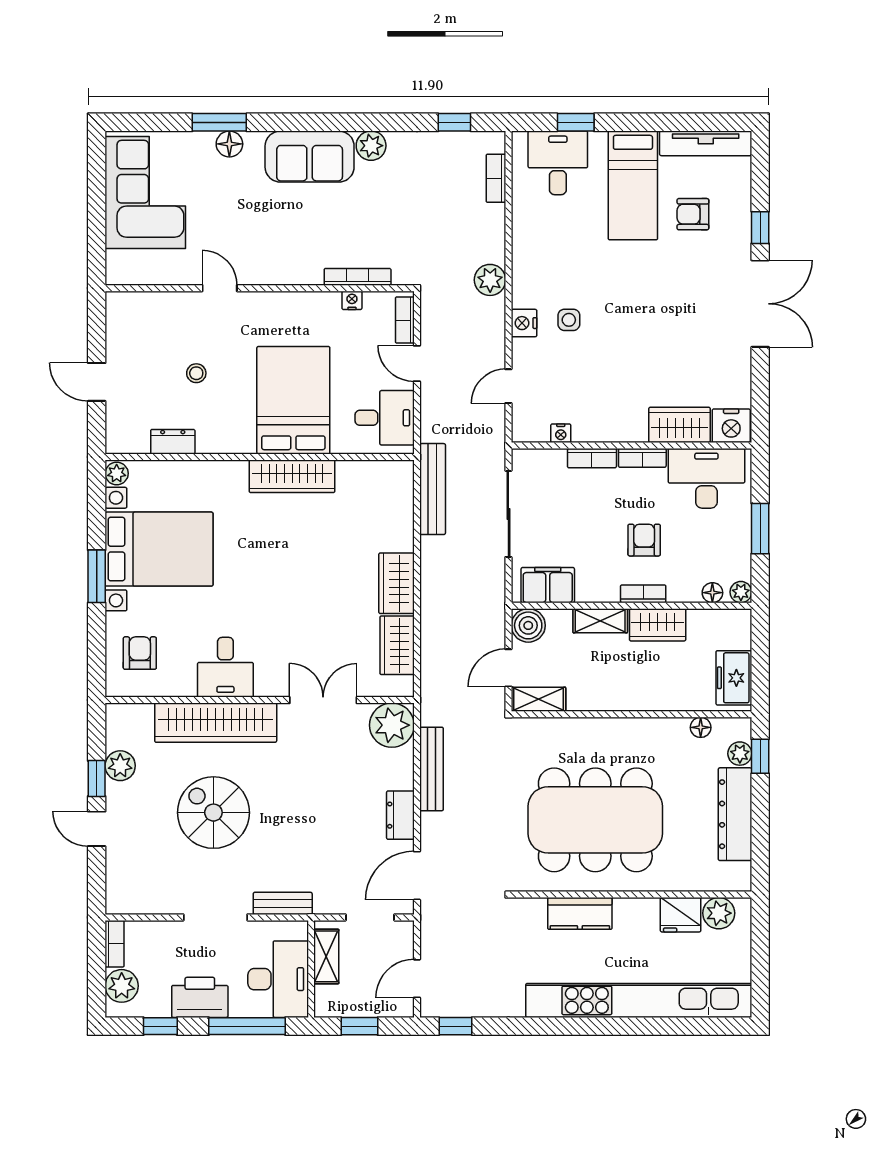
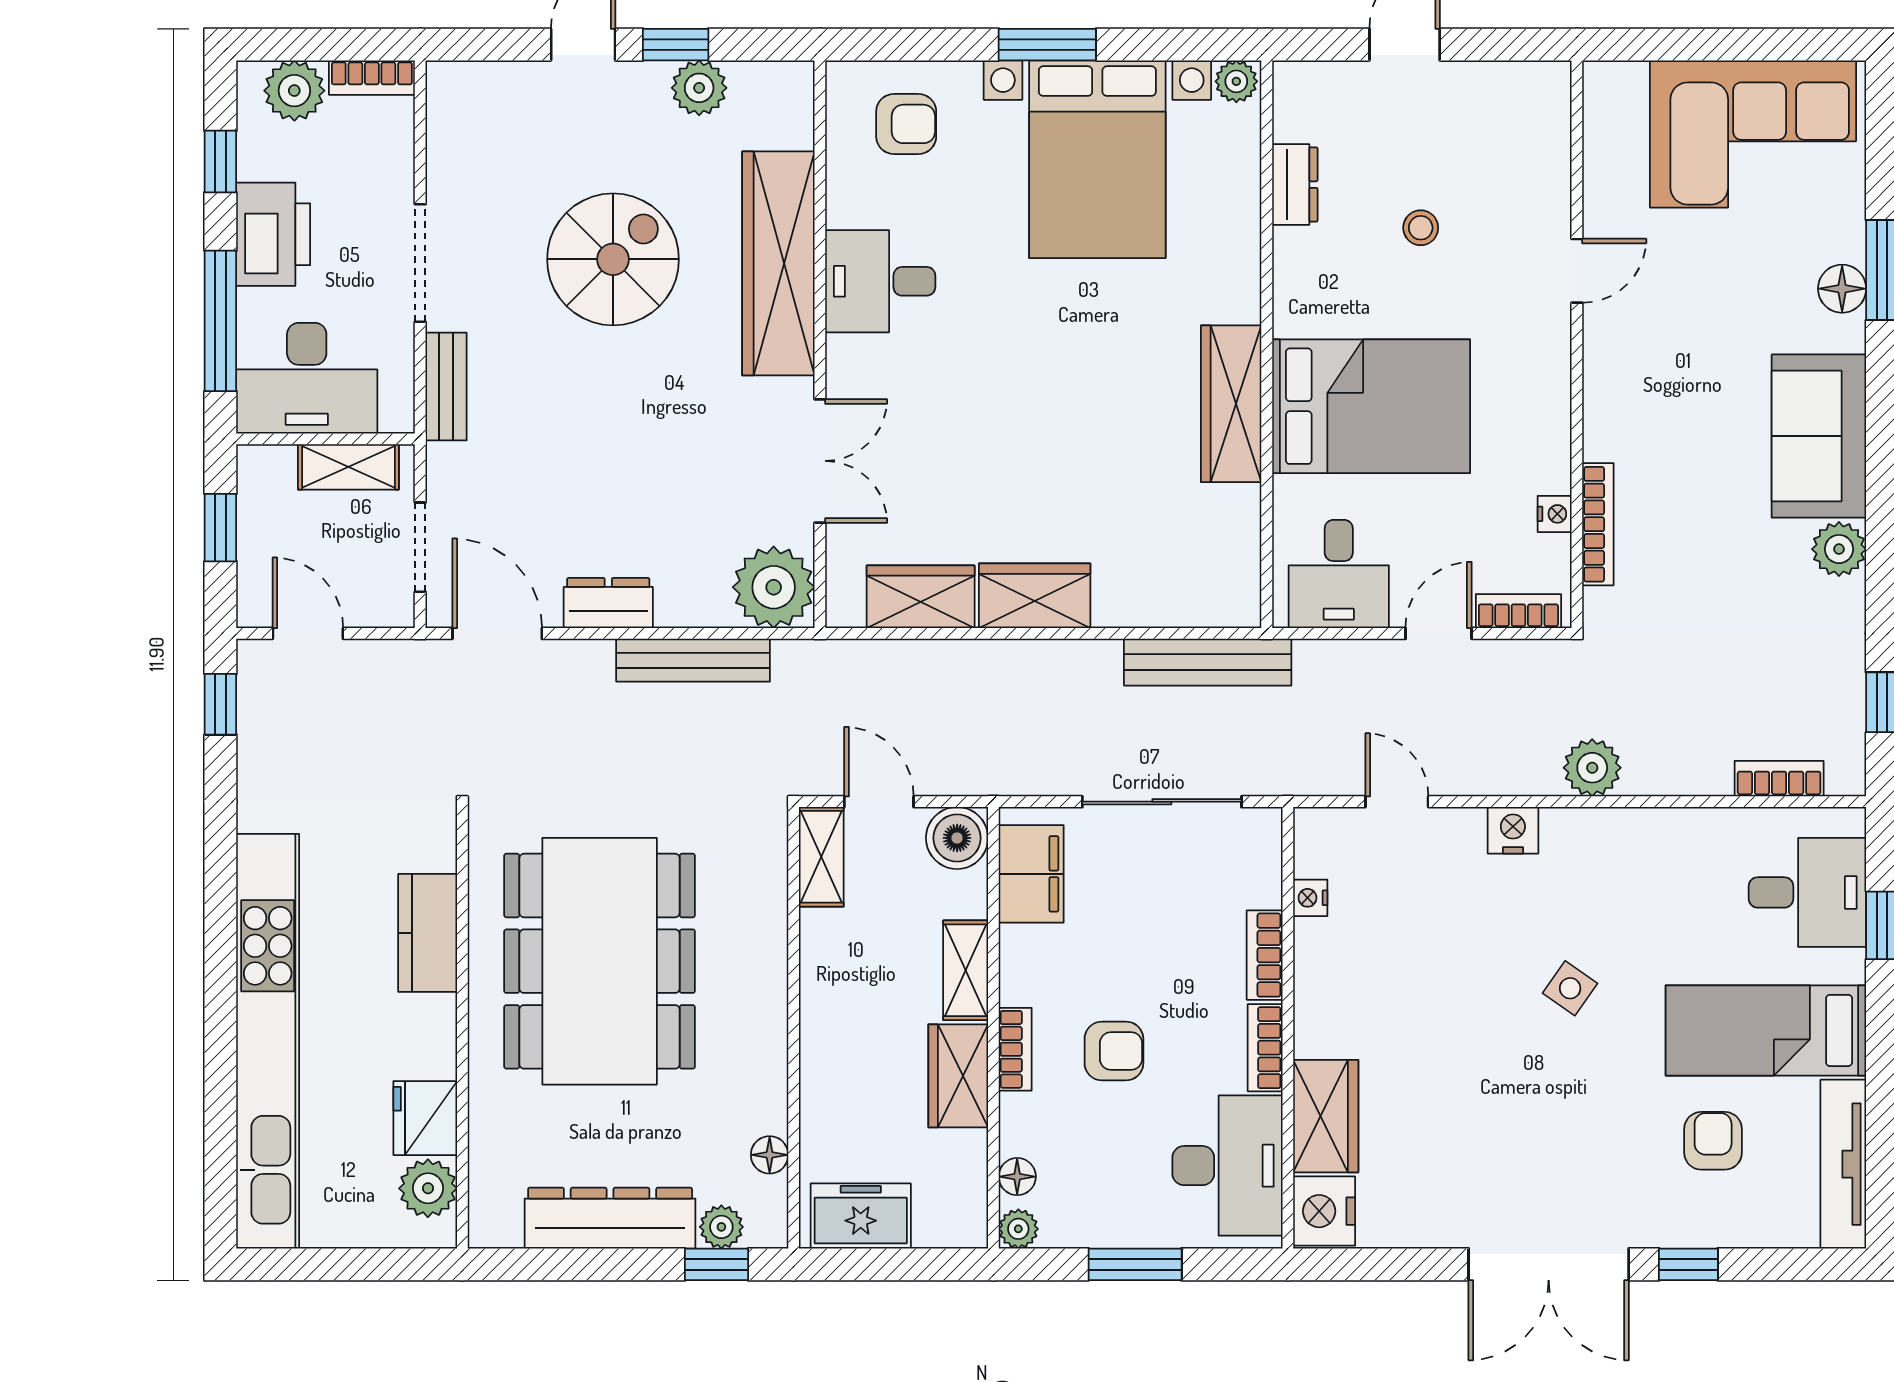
side table: (569, 320) -> (1570, 988), moved, turned 35

